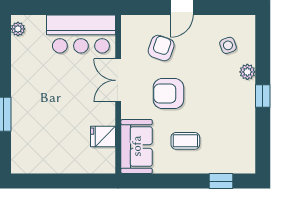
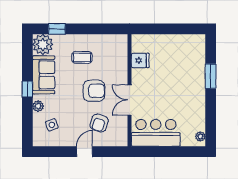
double door: (118, 80) -> (130, 100), swing flipped
sofa: (137, 146) -> (44, 75), moved, turned 180
plant: (241, 159) -> (43, 44), added

